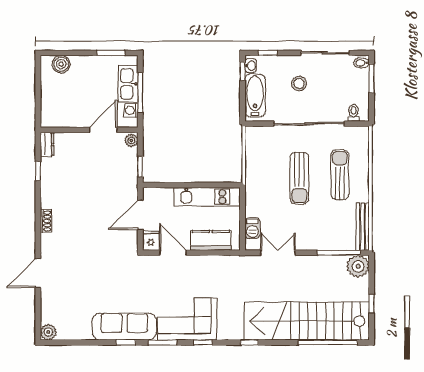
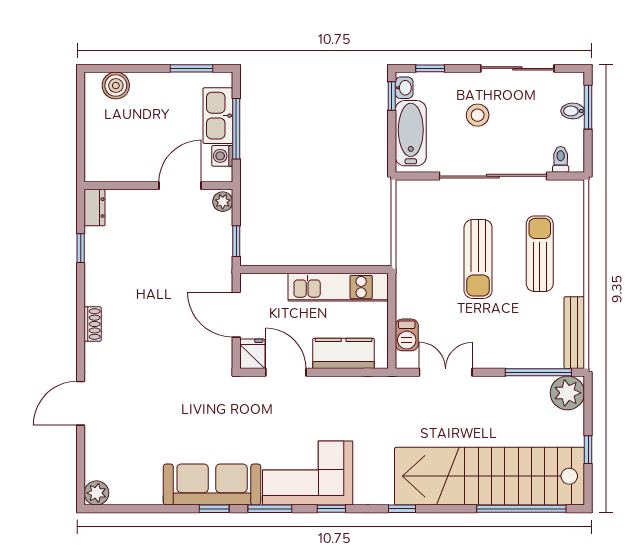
bidet: (362, 63) -> (573, 111), moved
door: (140, 215) -> (236, 315), hinge flipped

